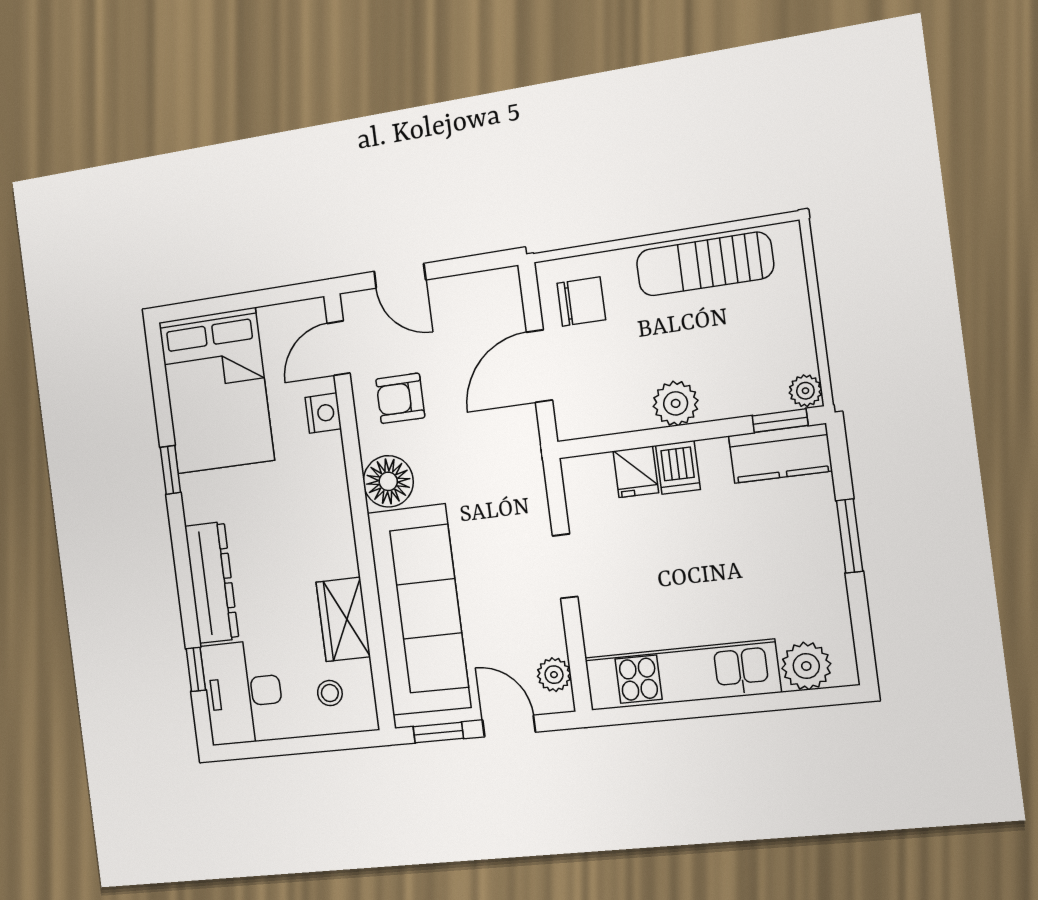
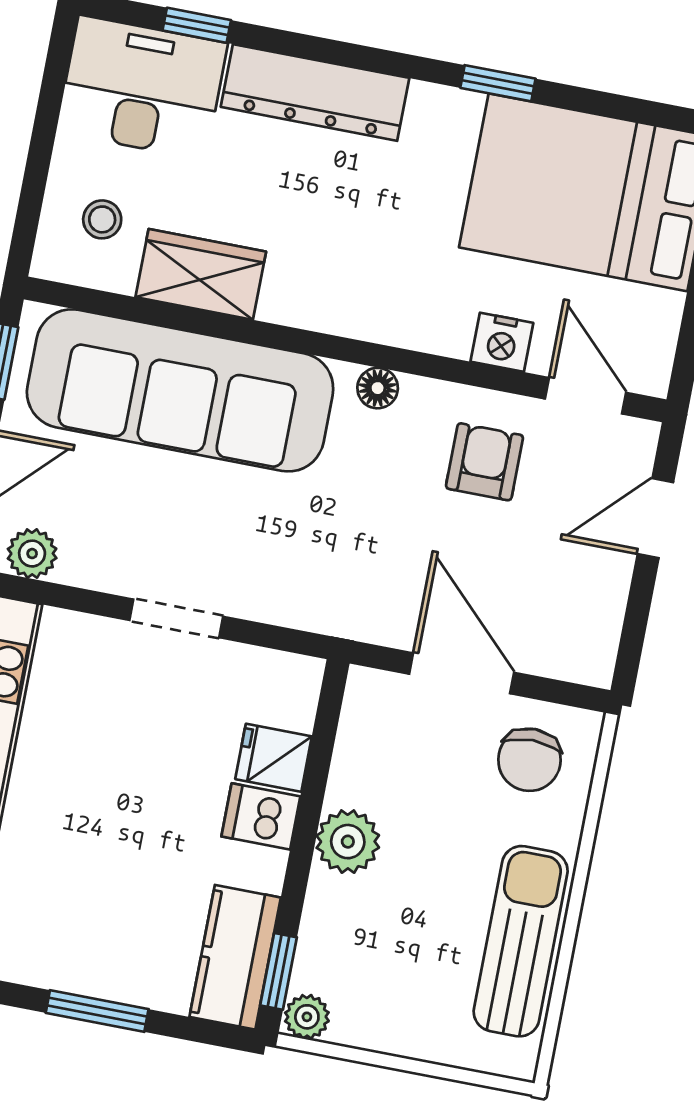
floor lamp: (388, 481) -> (378, 388), width x0.53, depth x0.53

